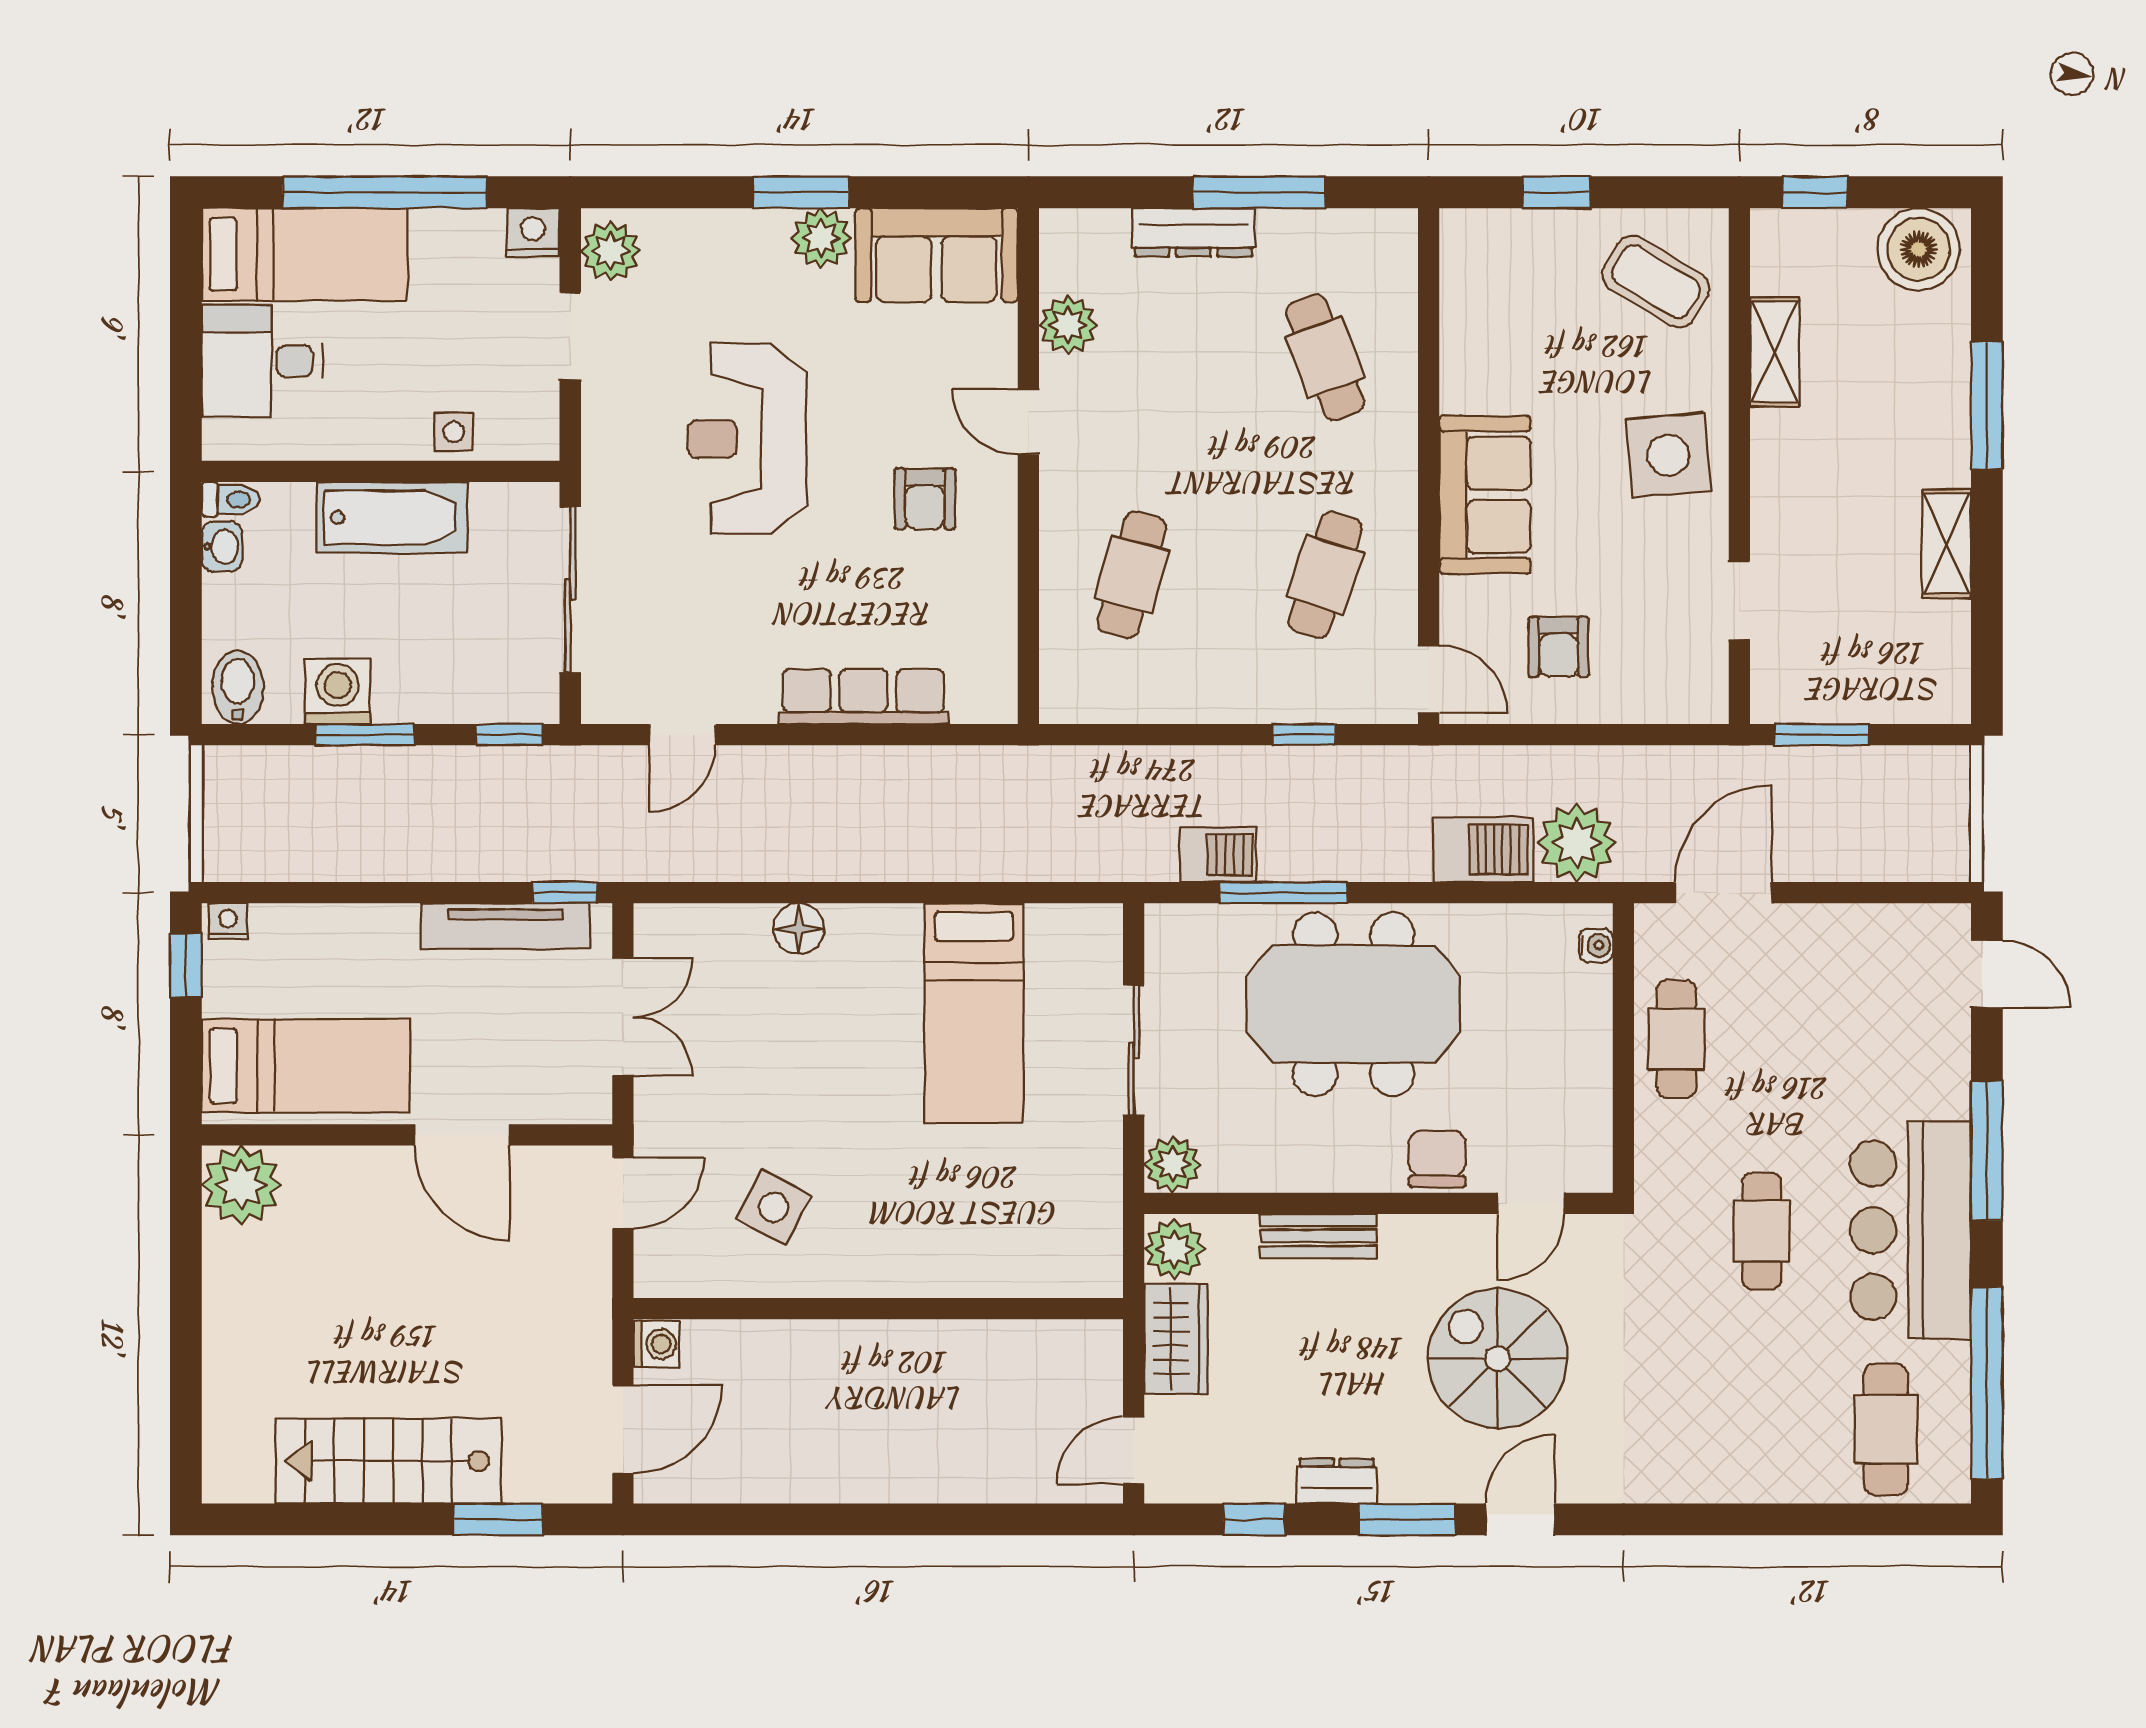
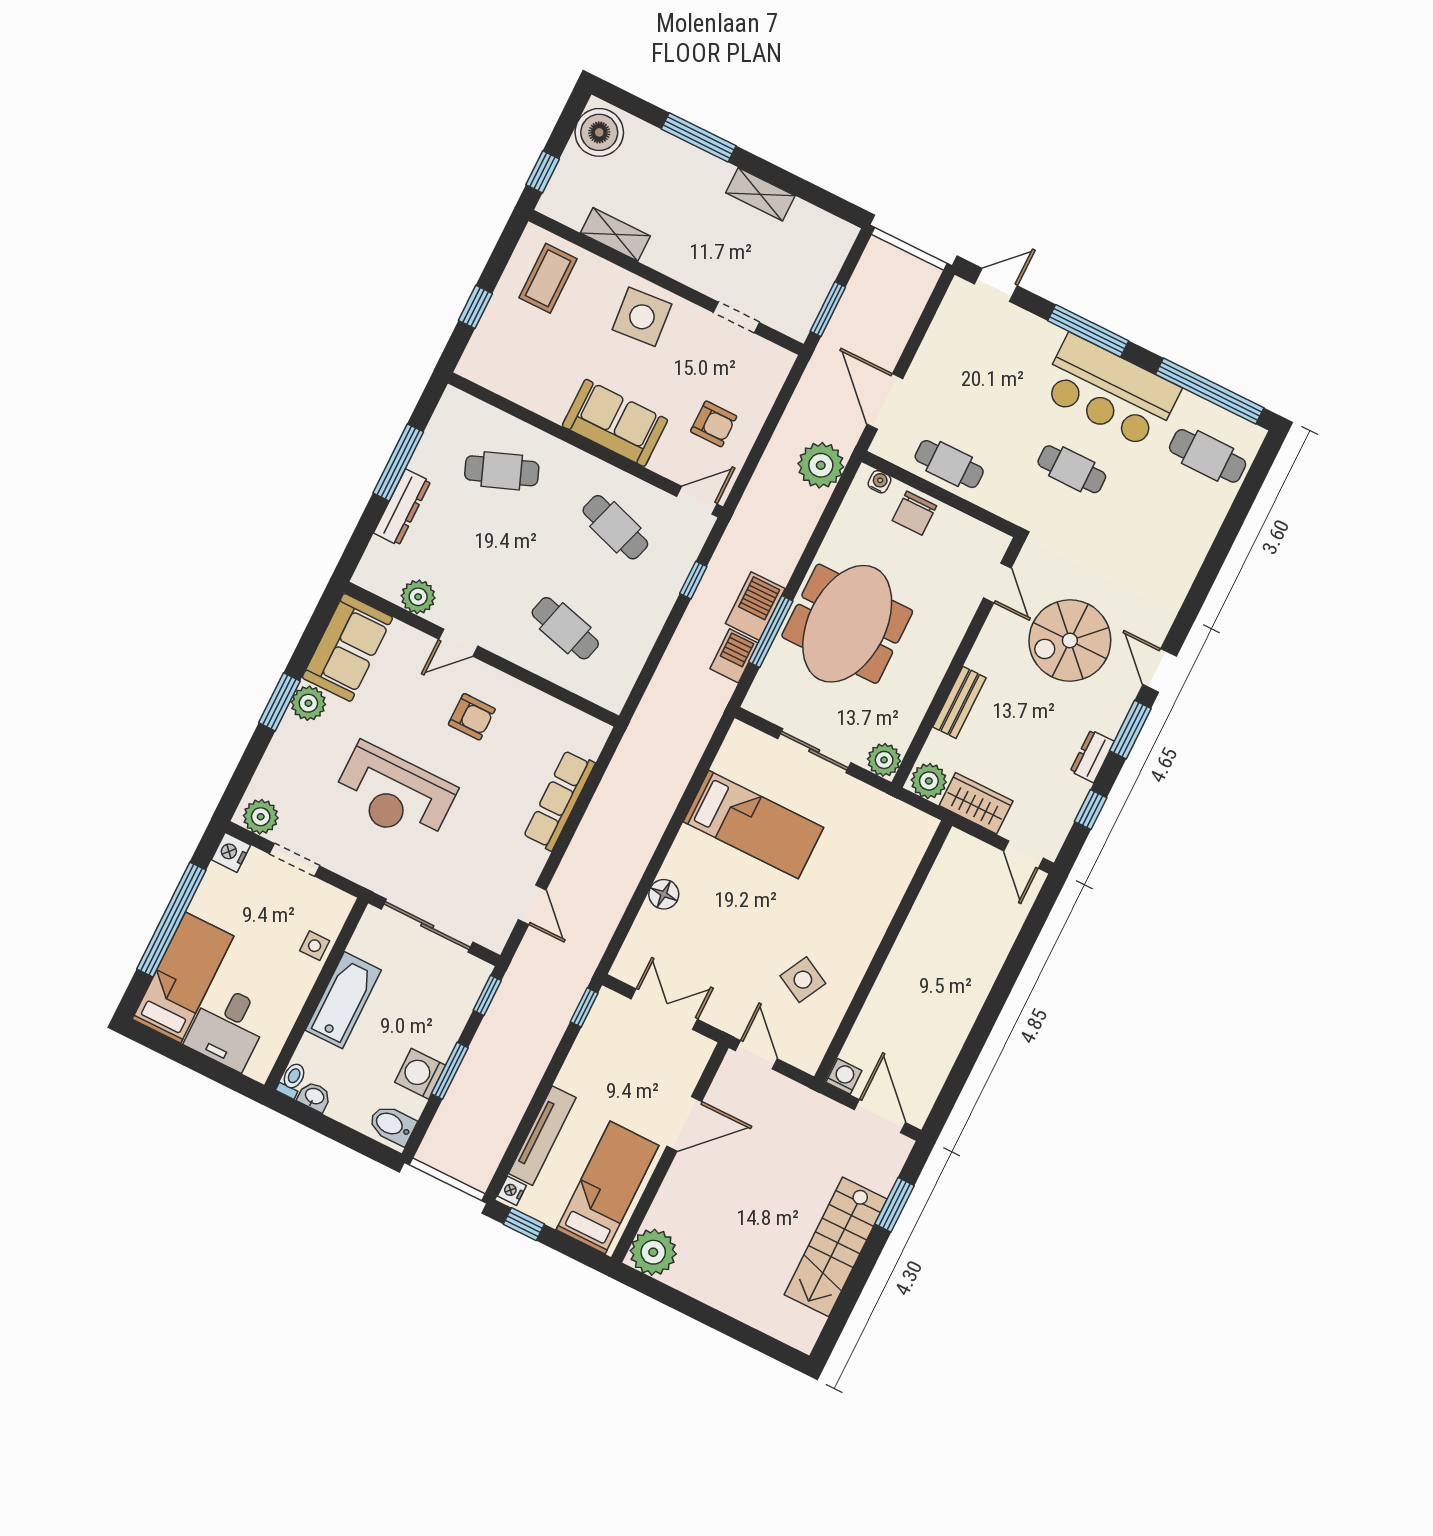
coffee table: (1656, 282) -> (548, 278), turned -31
barbecue: (1483, 850) -> (755, 606), moved
tv unit: (505, 926) -> (542, 1136), moved
chair: (1437, 1159) -> (914, 513), moved, turned -90

